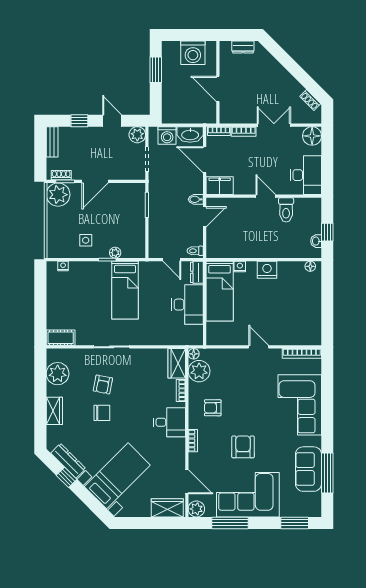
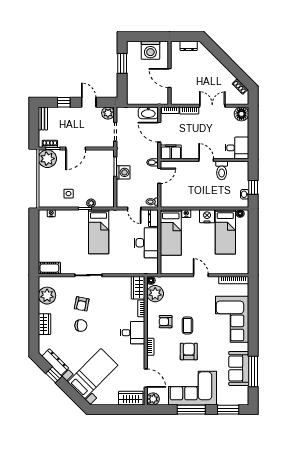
washing machine: (167, 135) -> (123, 172), moved, turned -90
desk: (306, 175) -> (237, 148), width x0.73
bed: (291, 290) -> (225, 232), added
coffee table: (241, 413) -> (187, 325), added
window: (230, 523) -> (191, 410), moved

